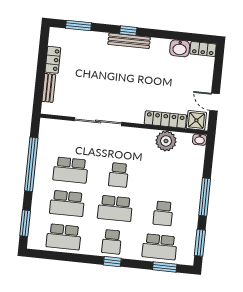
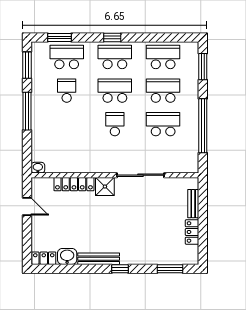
bench: (129, 41) -> (99, 259), moved
shower: (196, 120) -> (105, 187), moved
plant: (166, 141) -> (71, 163), removed
school desk: (112, 242) -> (115, 57), width x1.85

